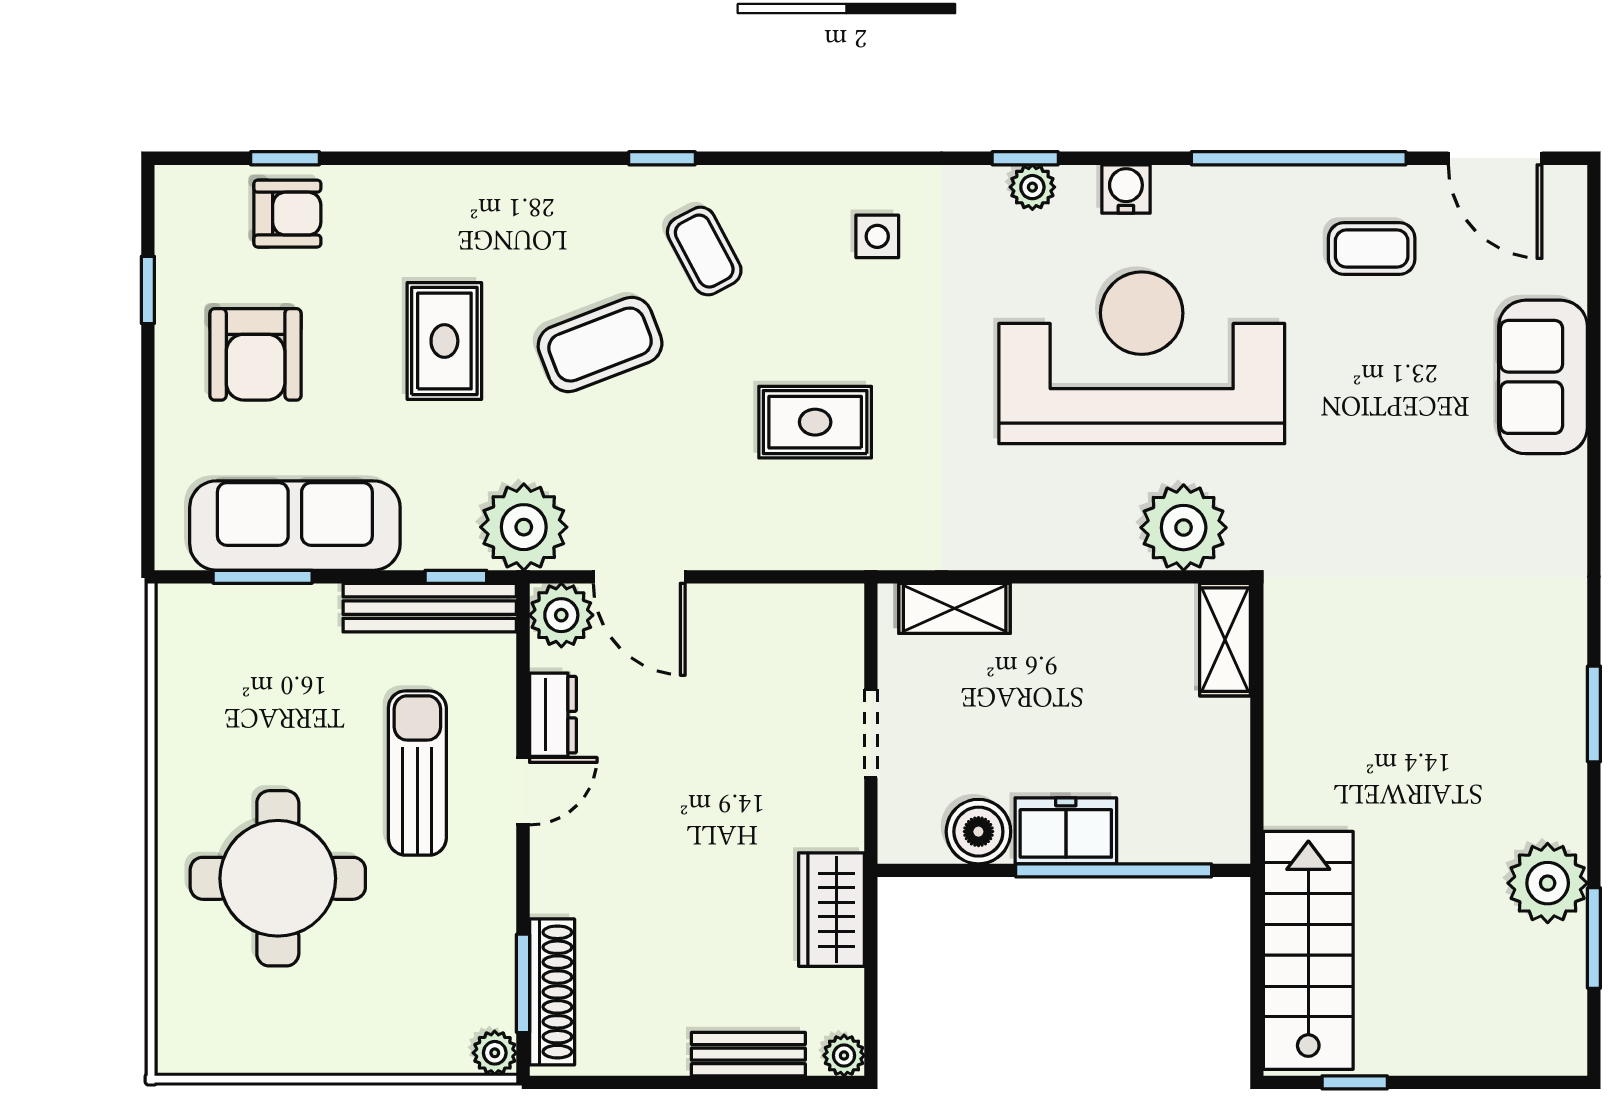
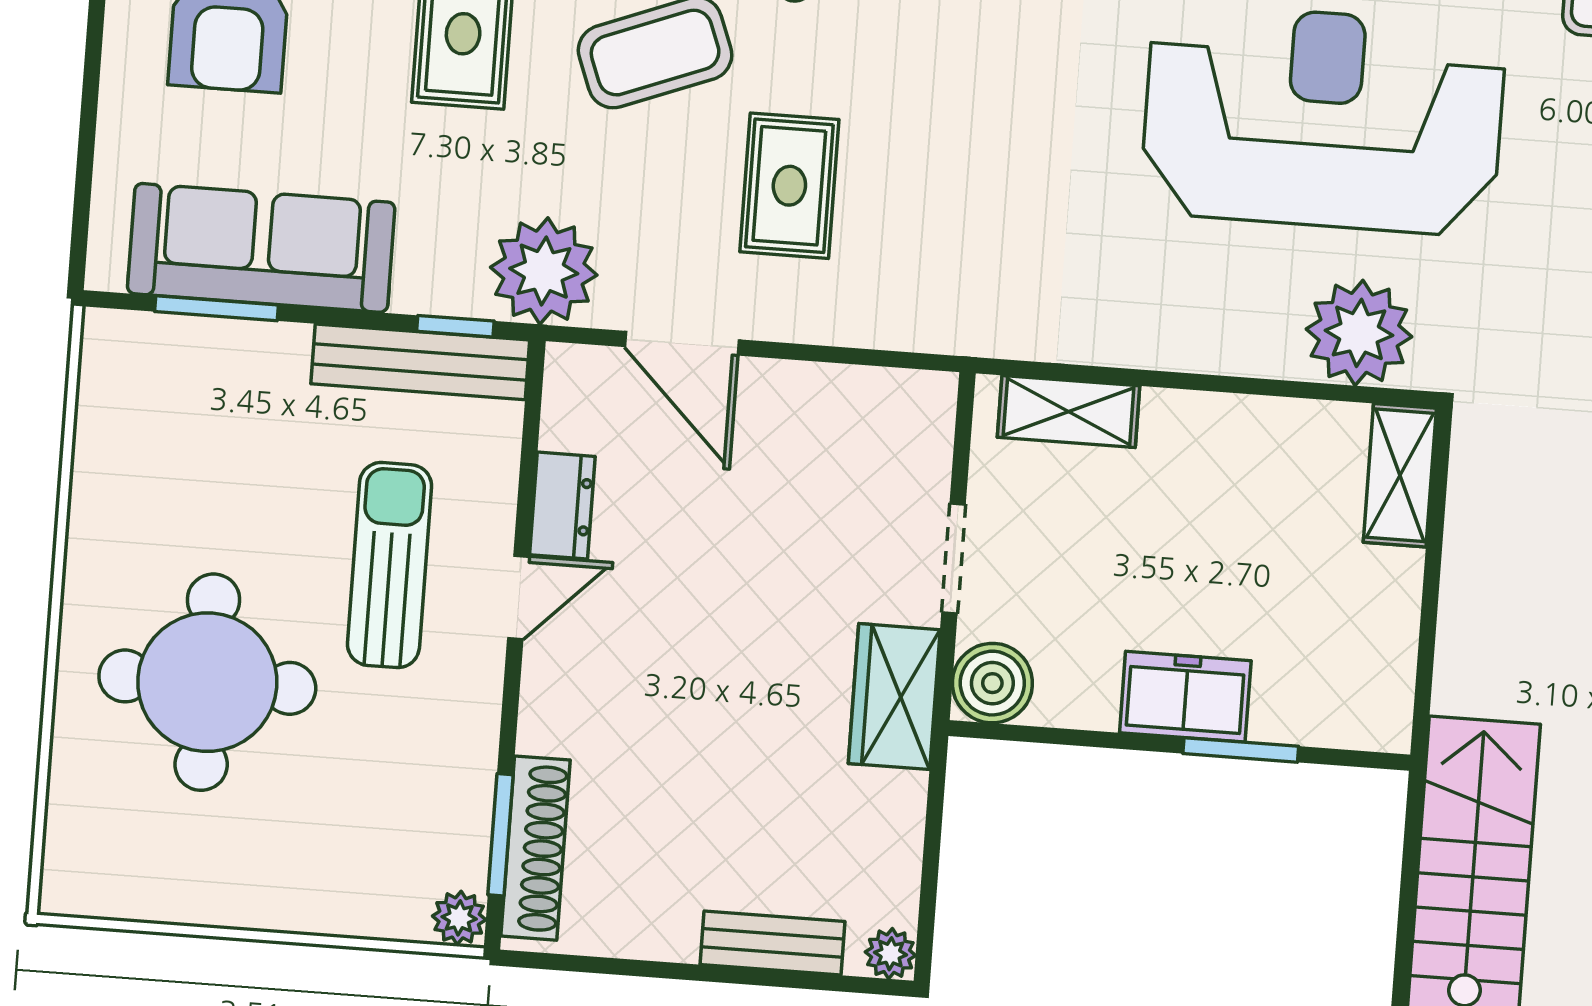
rug: (815, 422) -> (789, 186), moved, turned 90
plant: (561, 615) -> (582, 383), removed
boiler: (978, 832) -> (992, 683), moved
window: (1114, 870) -> (1241, 750), width x0.47
wardrobe: (831, 910) -> (894, 697), moved

